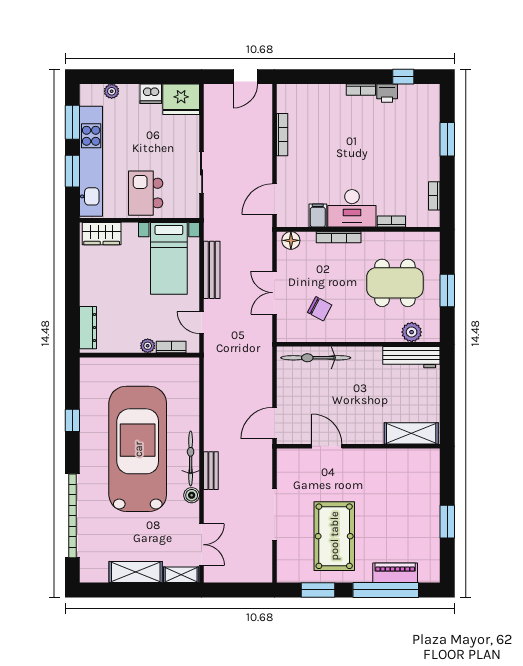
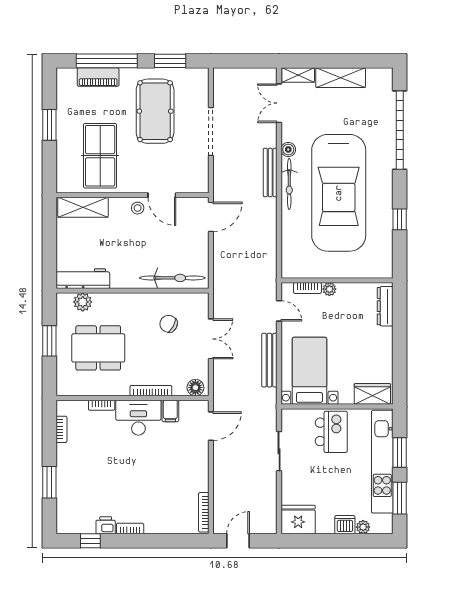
dishwasher: (151, 94) -> (345, 525), moved
bookcase: (282, 135) -> (204, 512), moved
stool: (353, 433) -> (138, 208), added
bench: (211, 471) -> (270, 172), width x1.36
table tennis table: (393, 489) -> (100, 156), added

